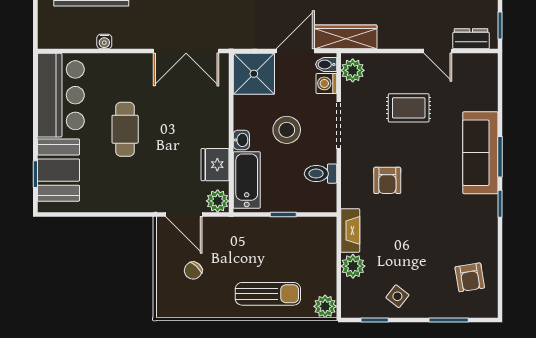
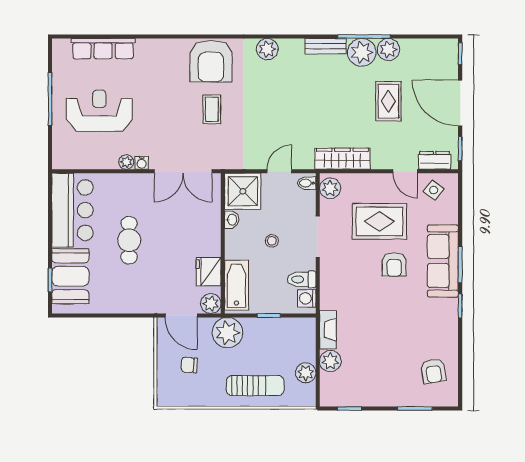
wardrobe: (346, 37) -> (342, 159), moved
water cooler: (104, 41) -> (142, 163), moved
plant: (122, 41) -> (126, 162), added
door: (295, 51) -> (279, 171), width x0.73
washing machine: (326, 83) -> (307, 298), moved
rug: (409, 108) -> (379, 221), width x1.36, depth x1.43
stool: (287, 130) -> (272, 241), width x0.53, depth x0.53
washbasin: (241, 140) -> (232, 220), moved
armchair: (387, 180) -> (394, 264), moved
plant: (236, 234) -> (227, 333), added
chair: (193, 271) -> (189, 365), turned 51
side table: (397, 296) -> (434, 190), moved
plant: (325, 306) -> (306, 373), moved

